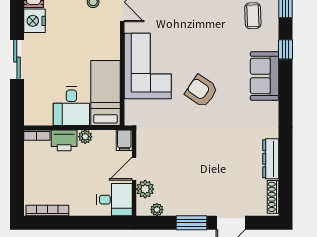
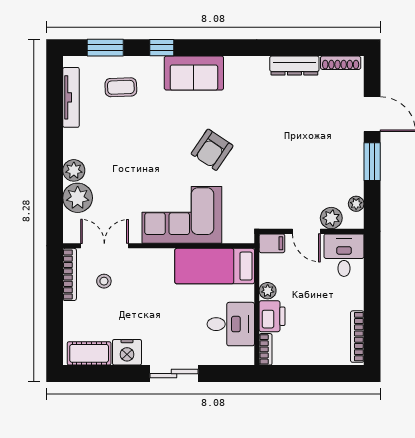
desk: (71, 106) -> (231, 324), moved

